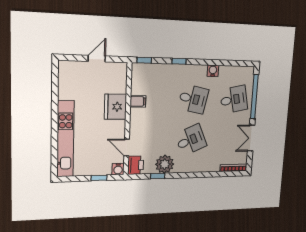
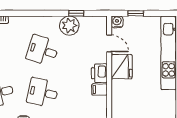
fridge: (115, 107) -> (122, 67), moved
desk: (191, 140) -> (43, 50), turned 42
printer: (136, 165) -> (99, 73), moved

